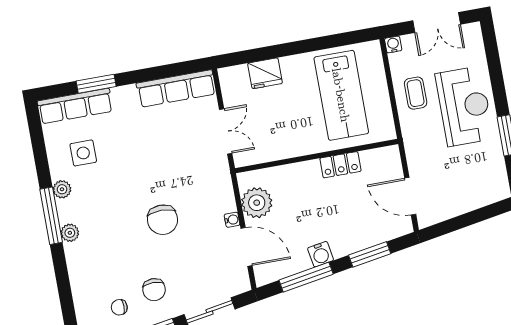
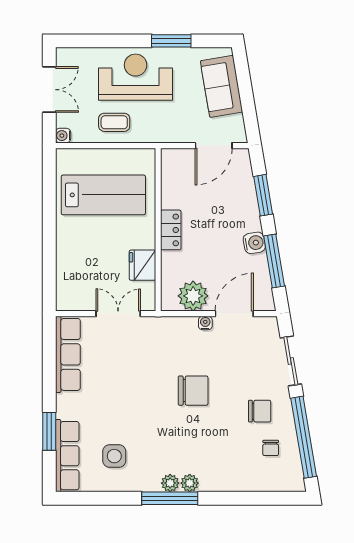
fridge: (265, 73) -> (142, 265), moved, turned 180
locker: (340, 165) -> (171, 230), moved
plant: (62, 189) -> (170, 483), moved
sofa: (471, 194) -> (222, 86), added

